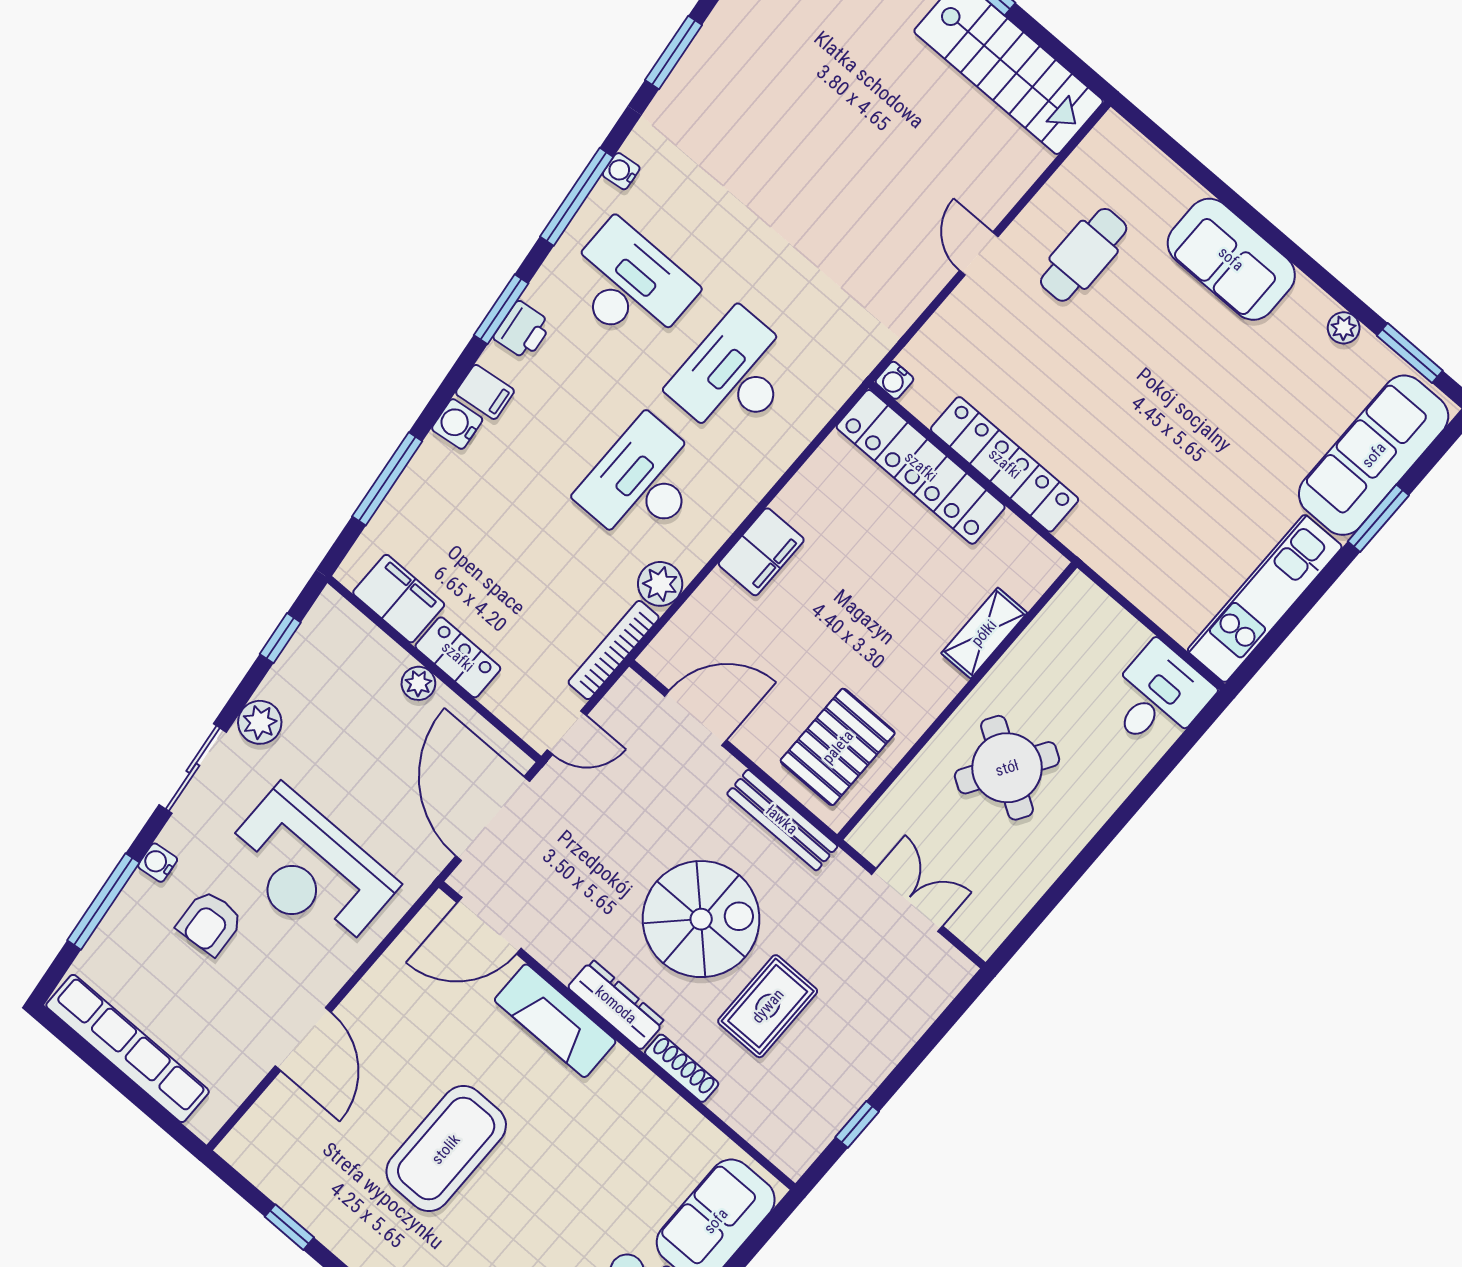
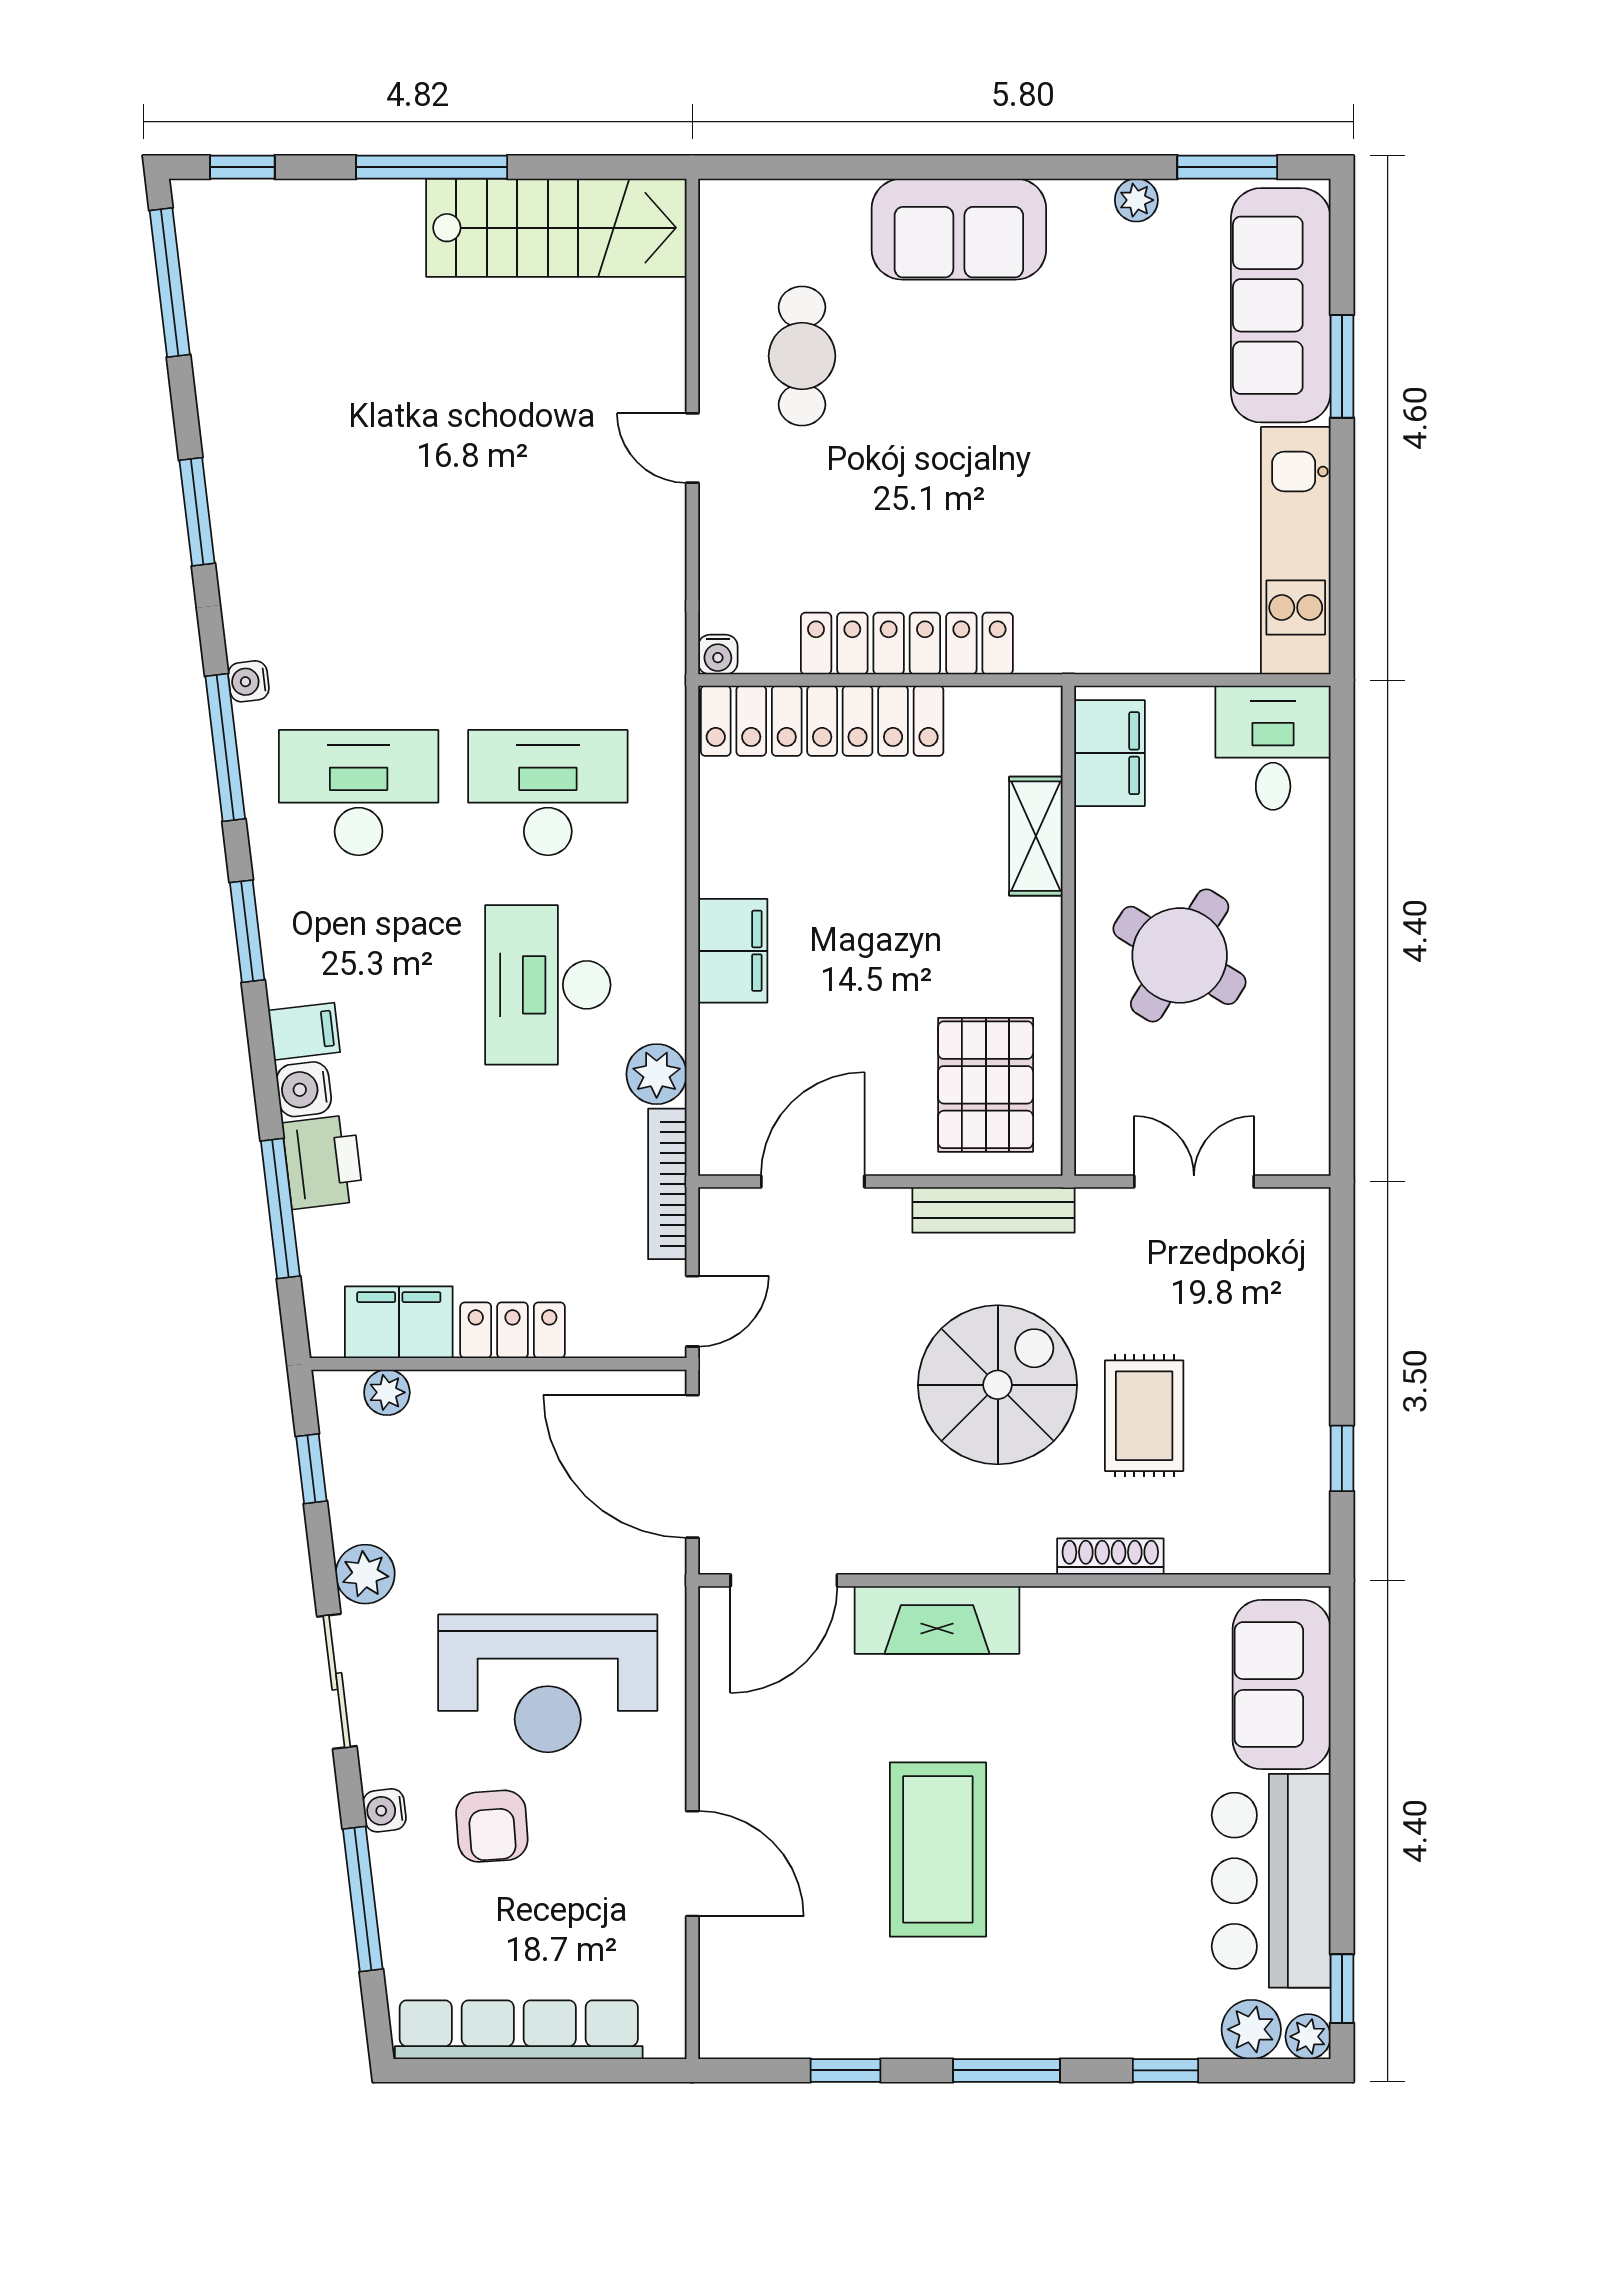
printer: (523, 330) -> (323, 1162), moved, width x1.36, depth x1.24
desk: (734, 376) -> (548, 793), turned 90
filing cabinet: (1065, 622) -> (1109, 753), added
plant: (418, 683) -> (387, 1392), moved
dresser: (616, 1005) -> (986, 1549), removed

